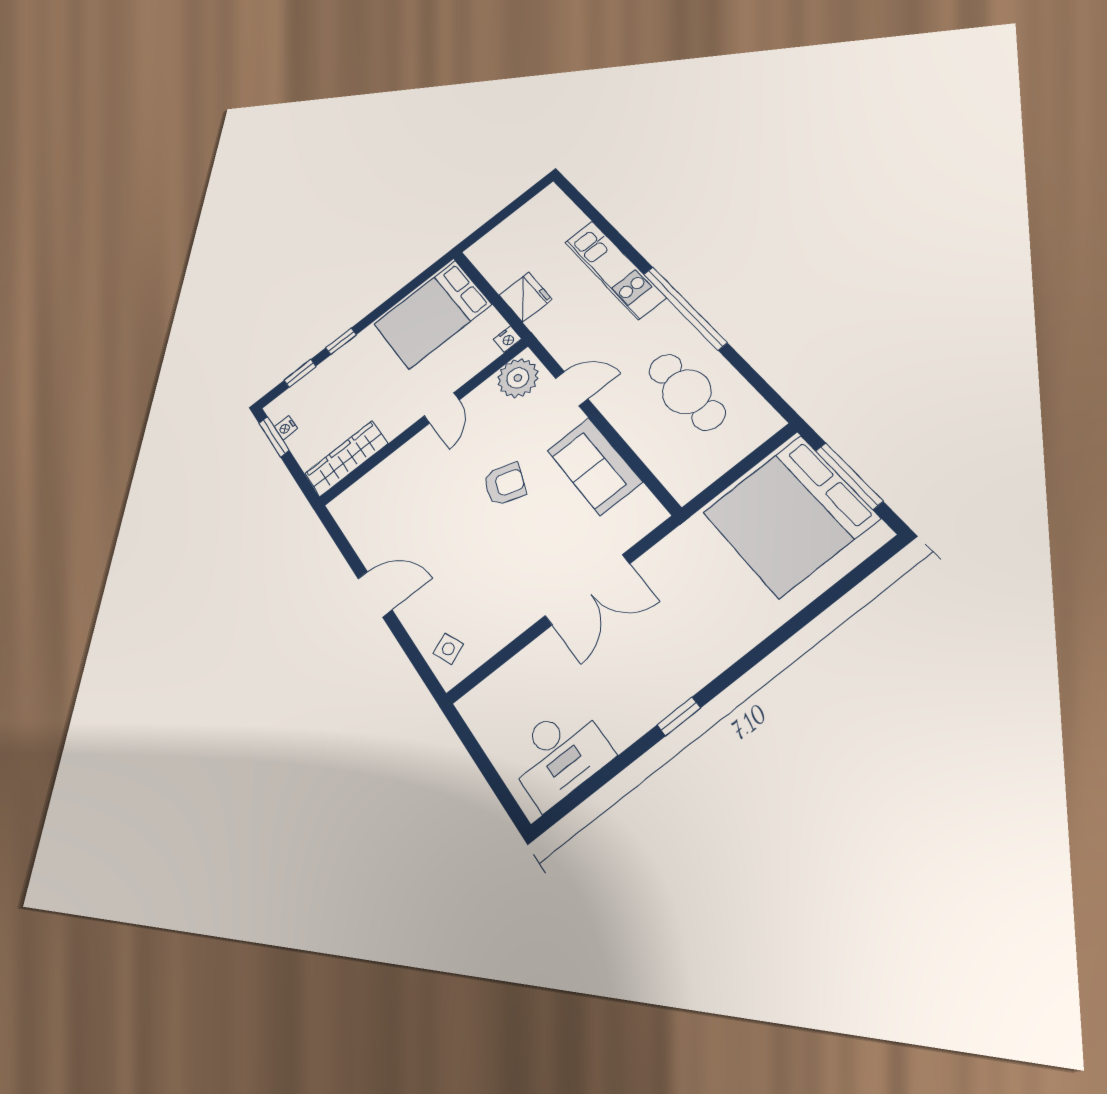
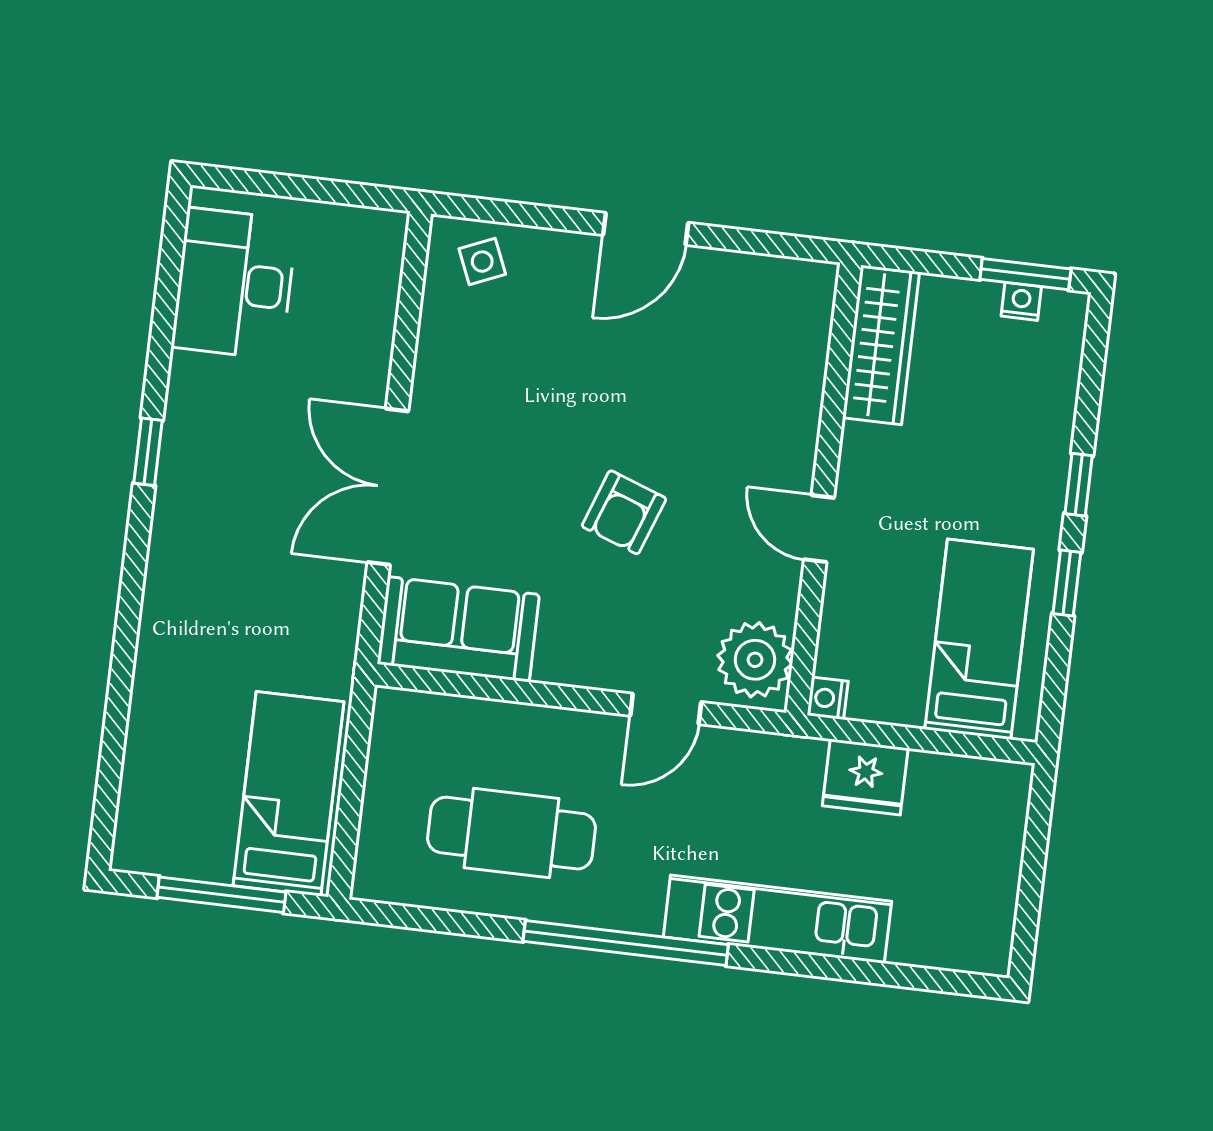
bed: (432, 314) -> (979, 639), width x0.67
window: (300, 373) -> (1067, 583), moved
sofa: (594, 466) -> (458, 629), moved
bed: (790, 515) -> (288, 794), width x0.49

